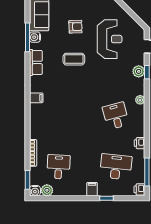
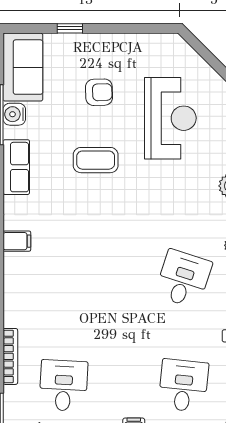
desk: (116, 116) -> (183, 279), turned 33
desk: (116, 167) -> (183, 385), width x0.73

